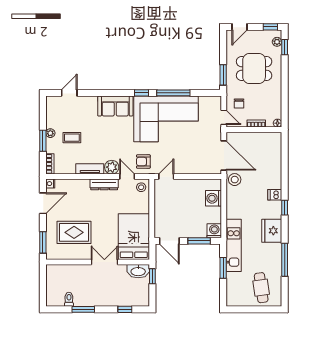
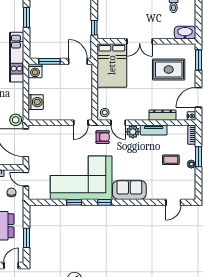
window: (223, 75) -> (27, 238), moved
window: (173, 93) -> (74, 202), width x0.46
dresser: (104, 184) -> (162, 115), moved
window: (223, 268) -> (27, 17), moved
washbasin: (138, 271) -> (185, 33), moved

